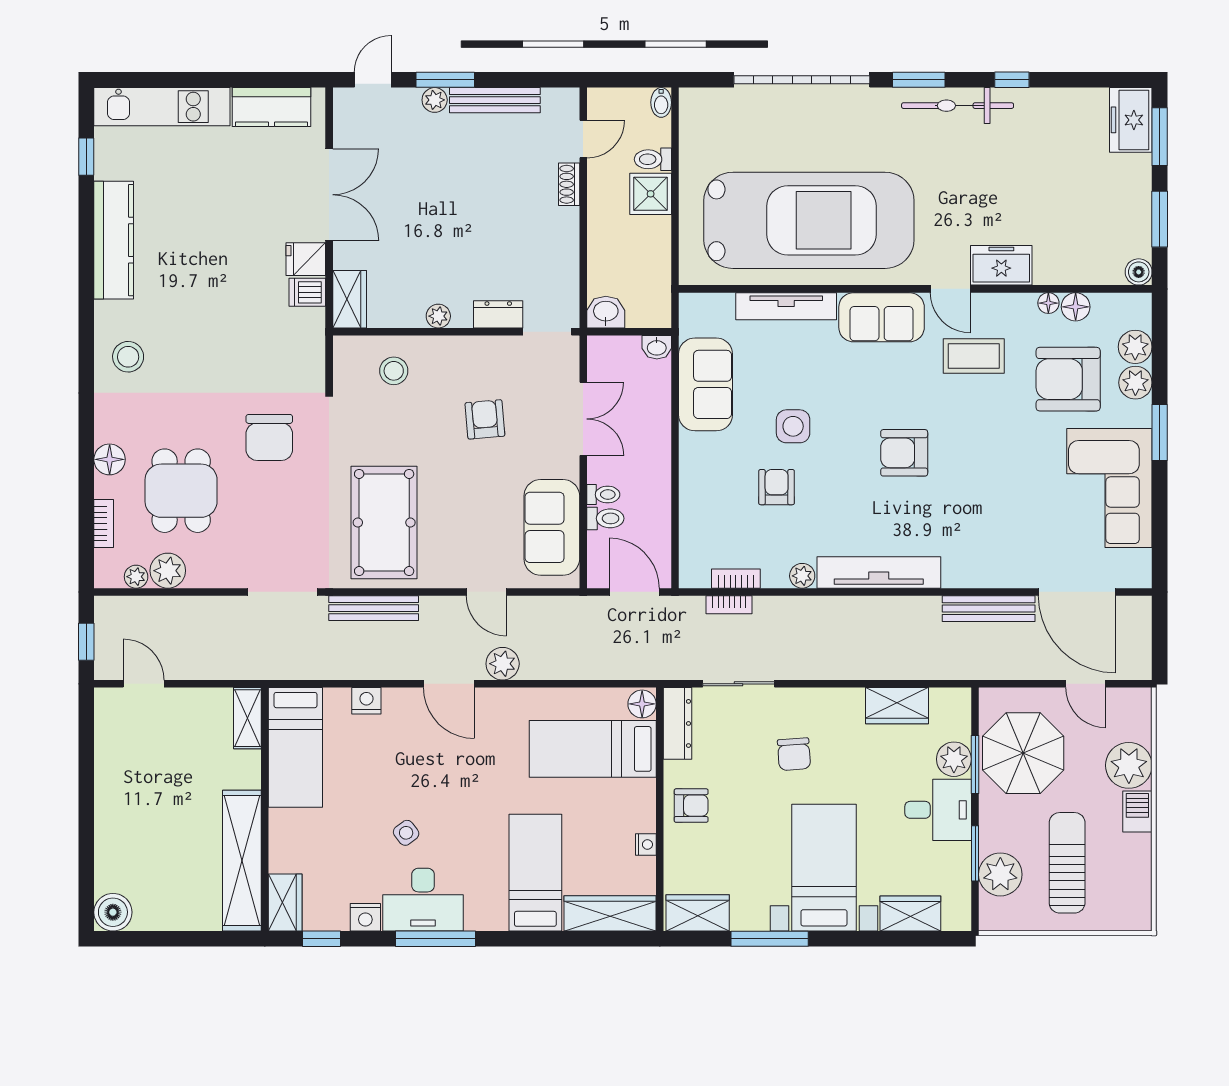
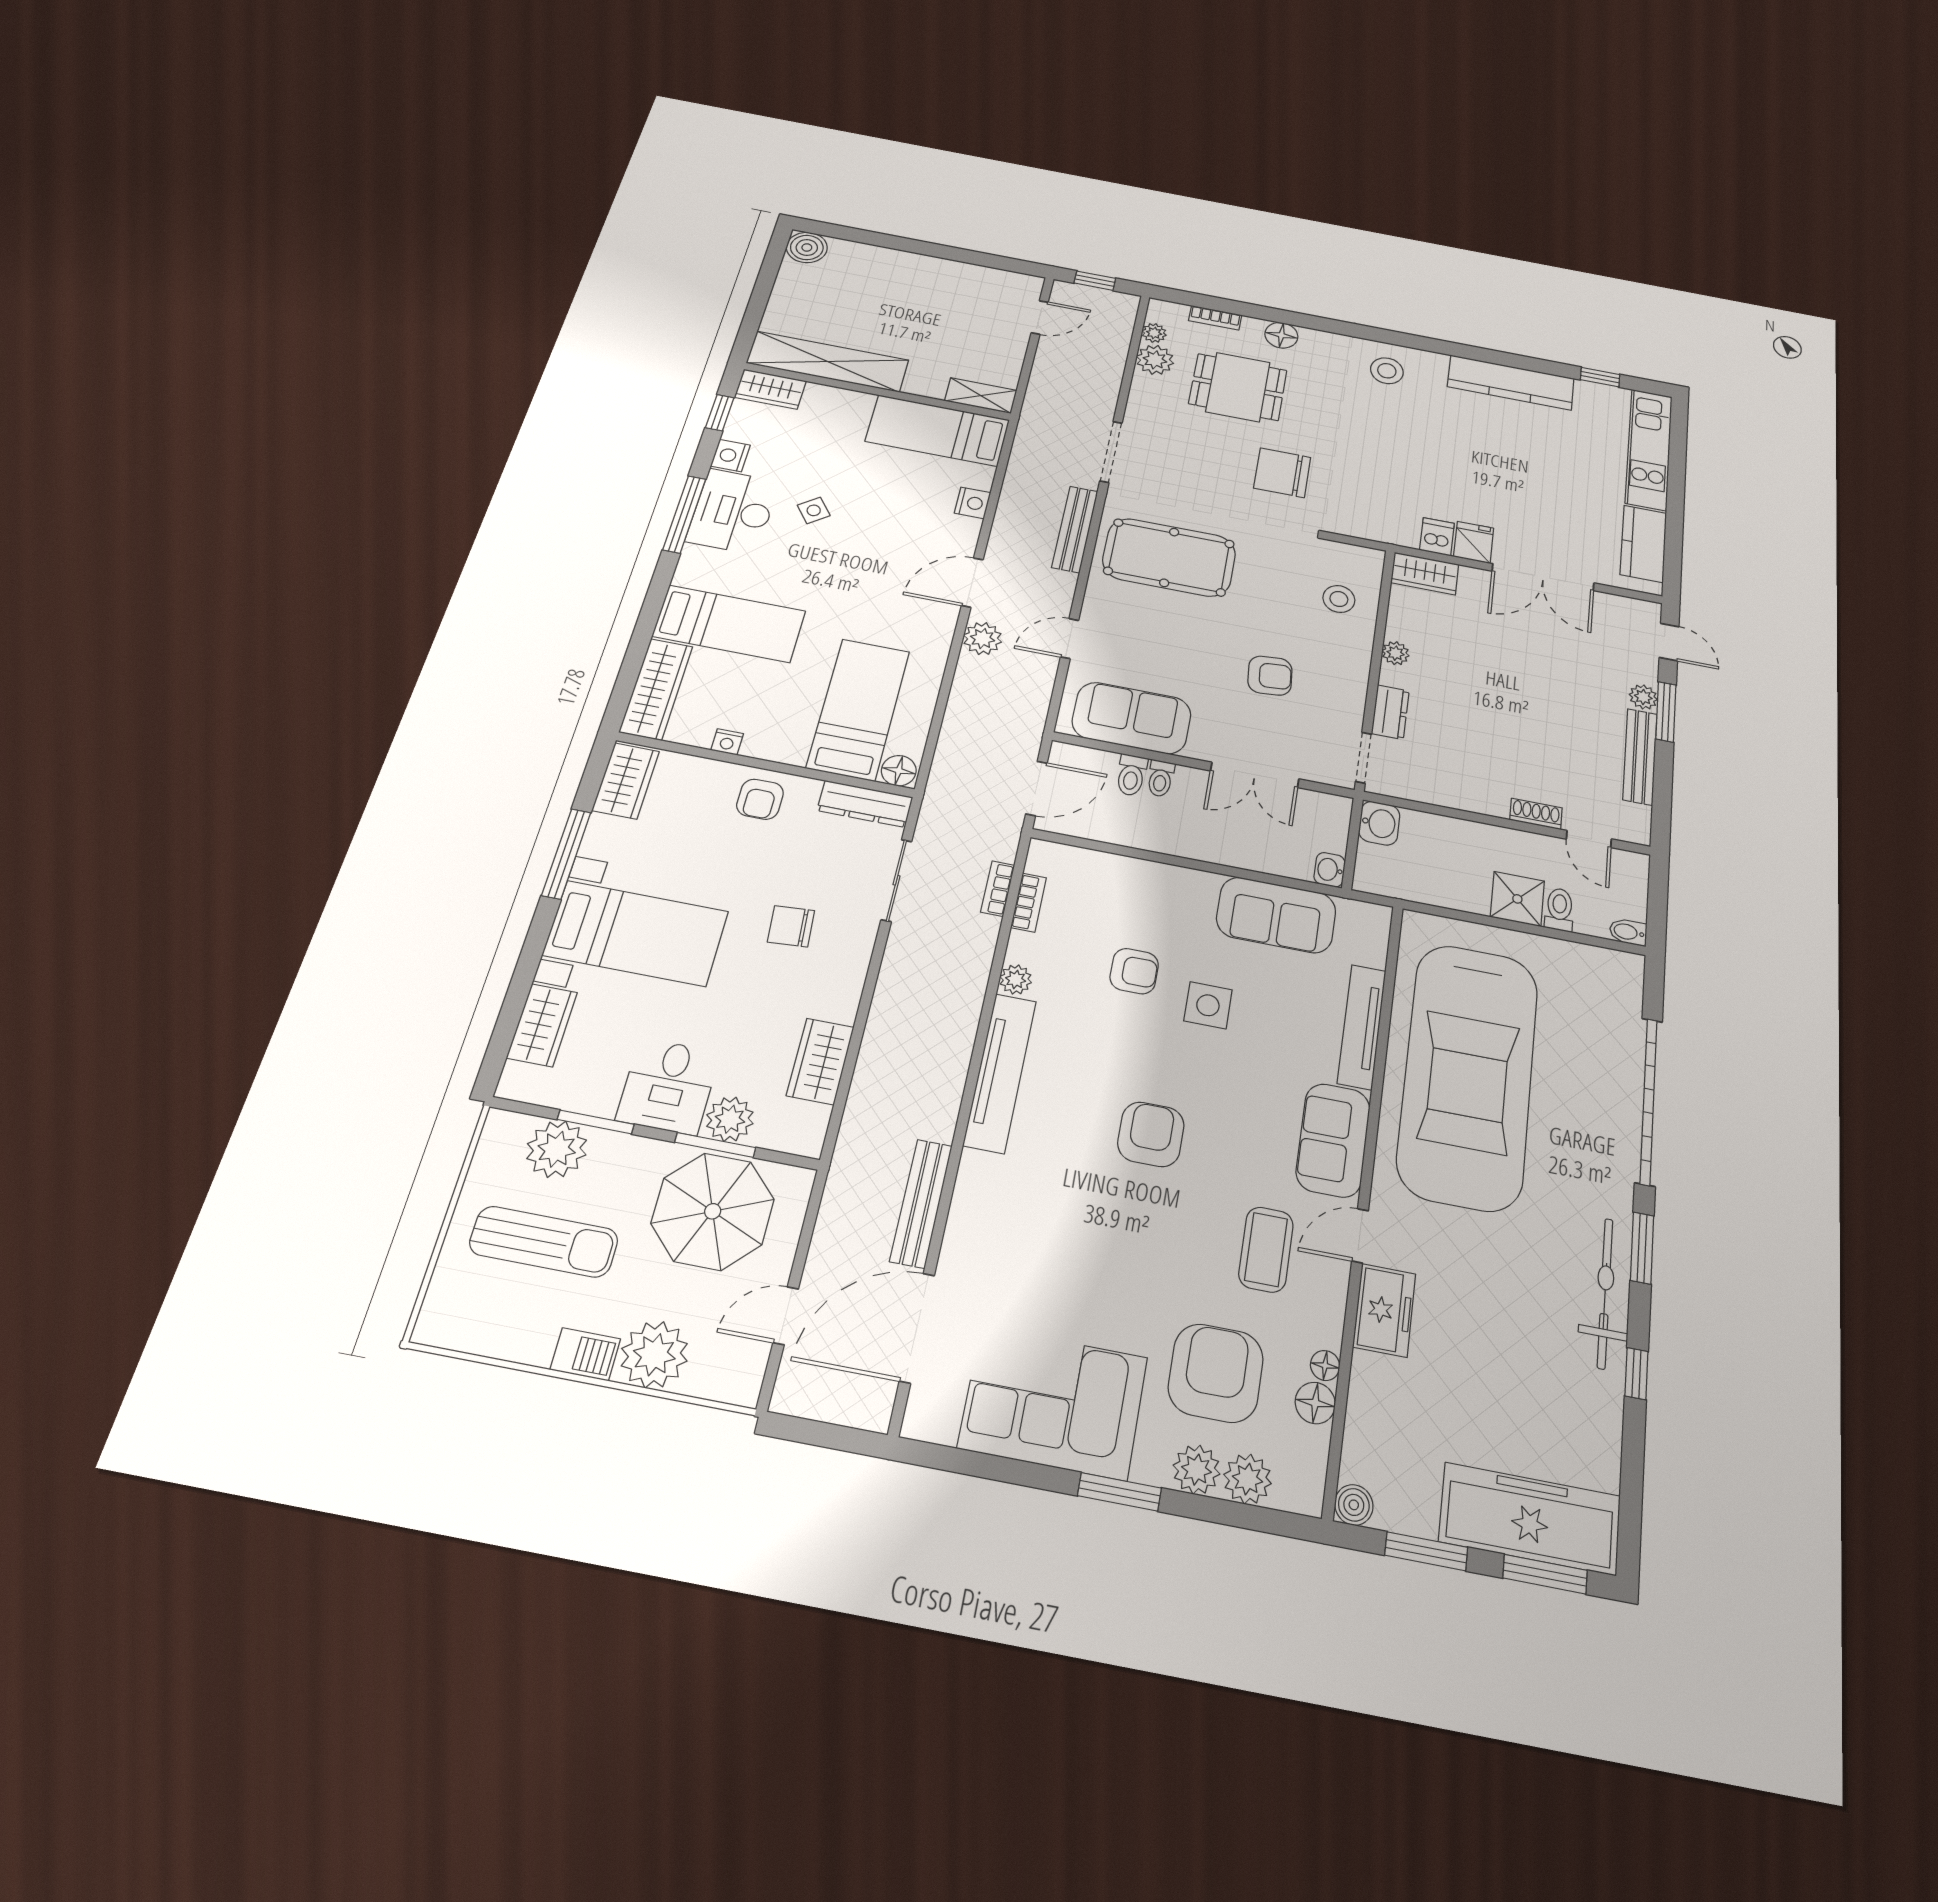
freezer: (1131, 120) -> (1530, 1519), width x1.91, depth x1.26

